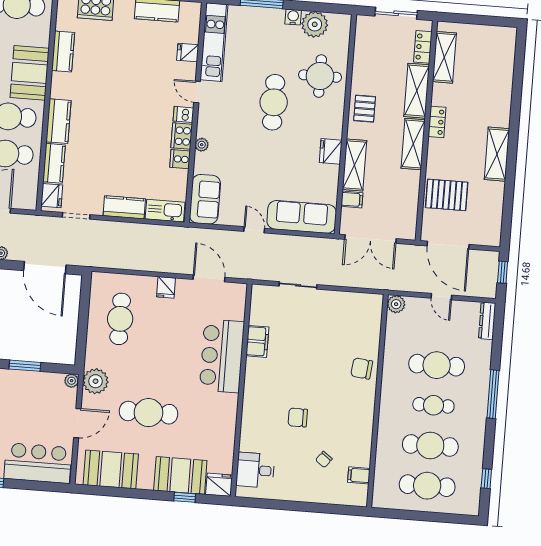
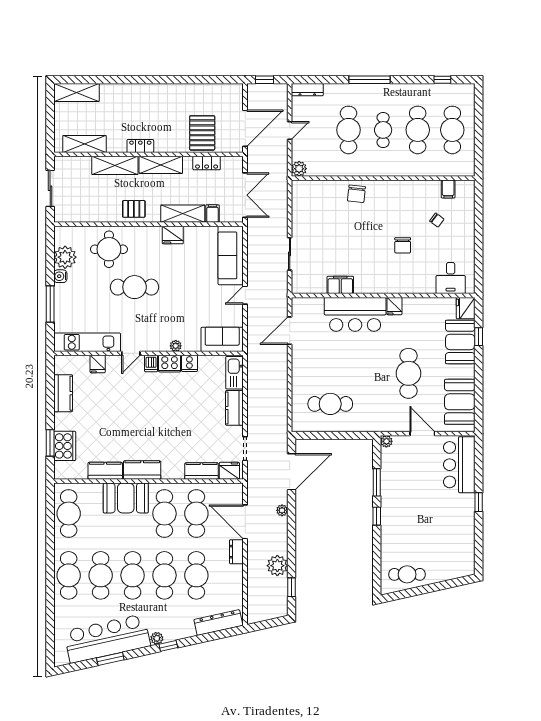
locker: (423, 47) -> (207, 163), moved
kitchen counter: (58, 121) -> (142, 470), moved
shelving: (497, 154) -> (76, 93), moved
fridge: (166, 287) -> (394, 306), moved, turned 90
plant: (96, 381) -> (385, 421), removed

